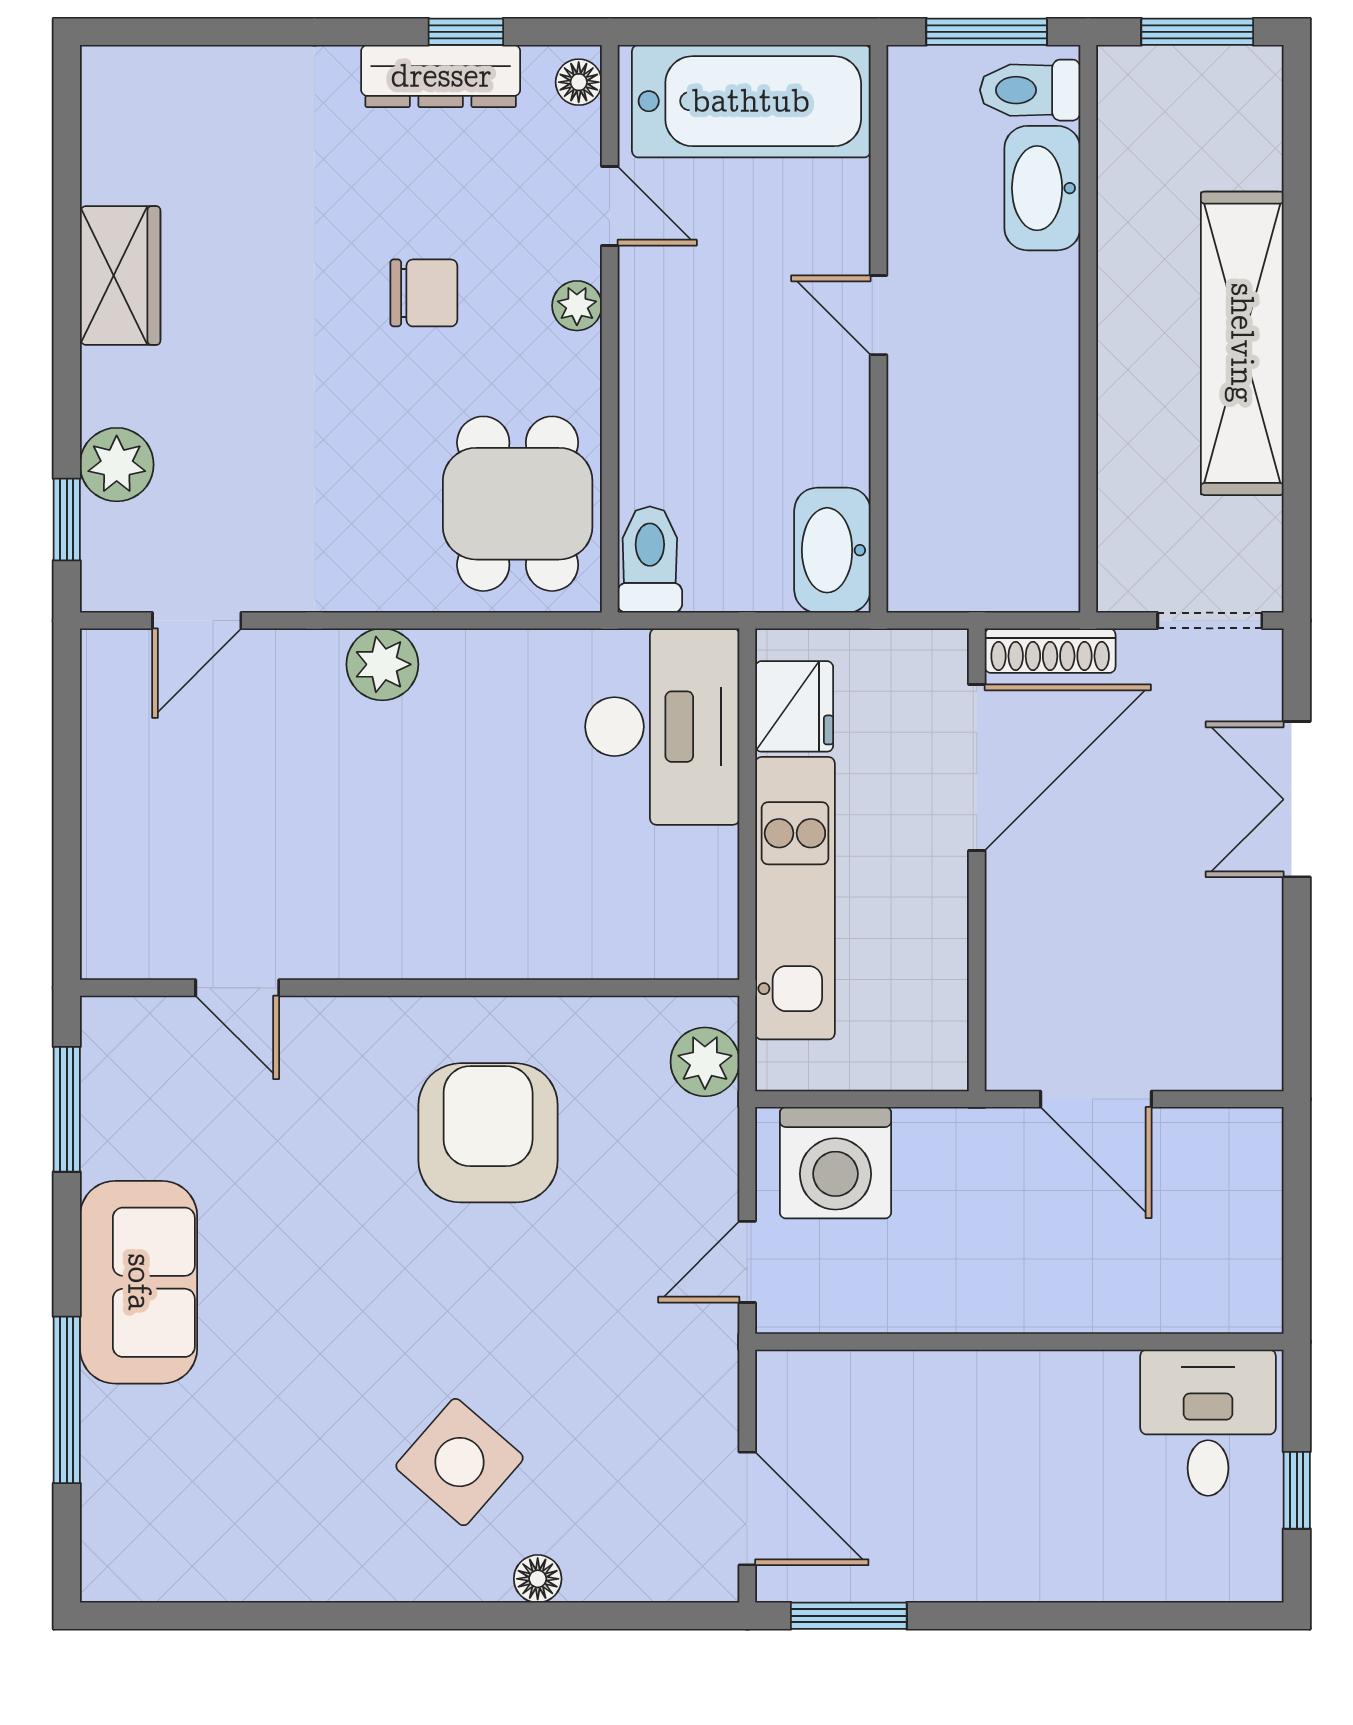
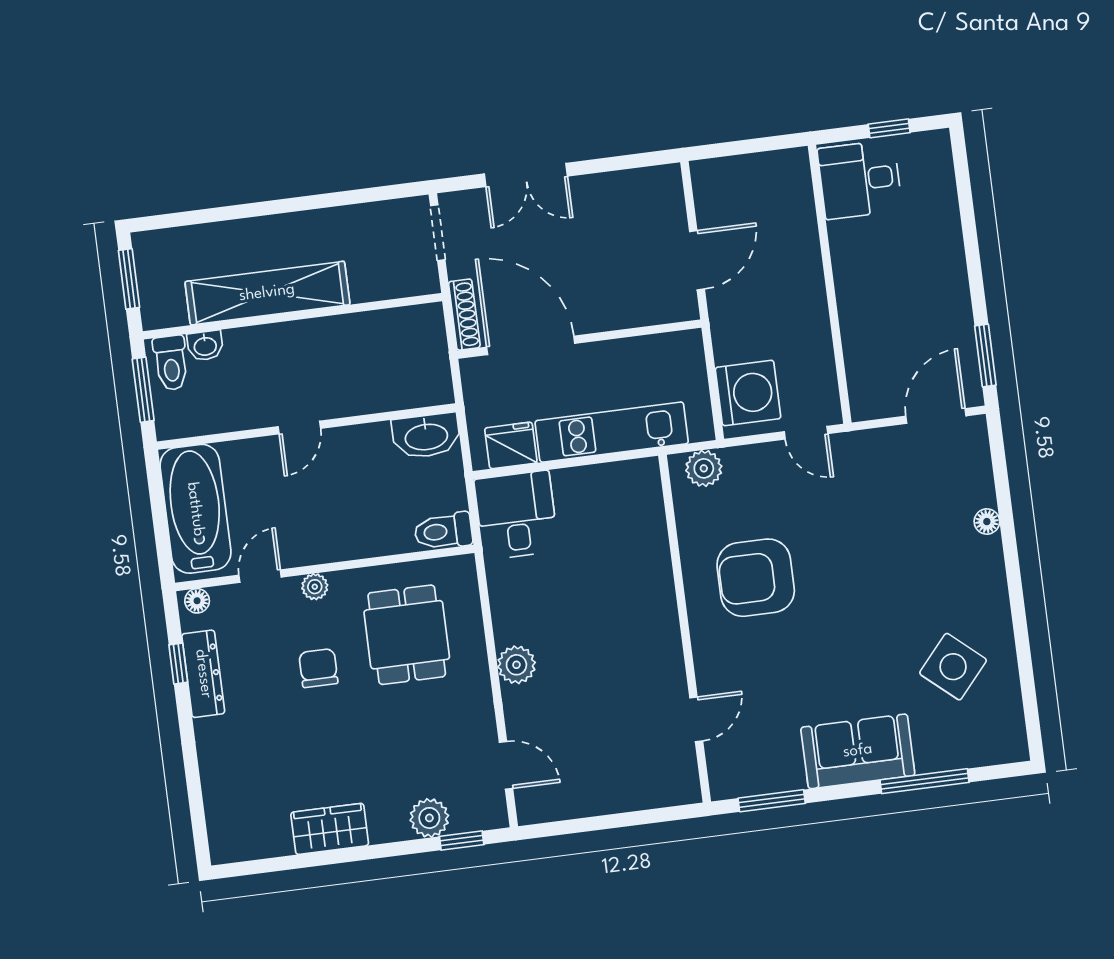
washbasin: (1042, 188) -> (205, 346), width x0.52, depth x0.69
shelving: (1242, 343) -> (267, 293), moved
dining table: (518, 504) -> (407, 635), moved, turned 90
desk: (662, 727) -> (516, 515), width x0.73
side table: (460, 1462) -> (953, 667), moved

